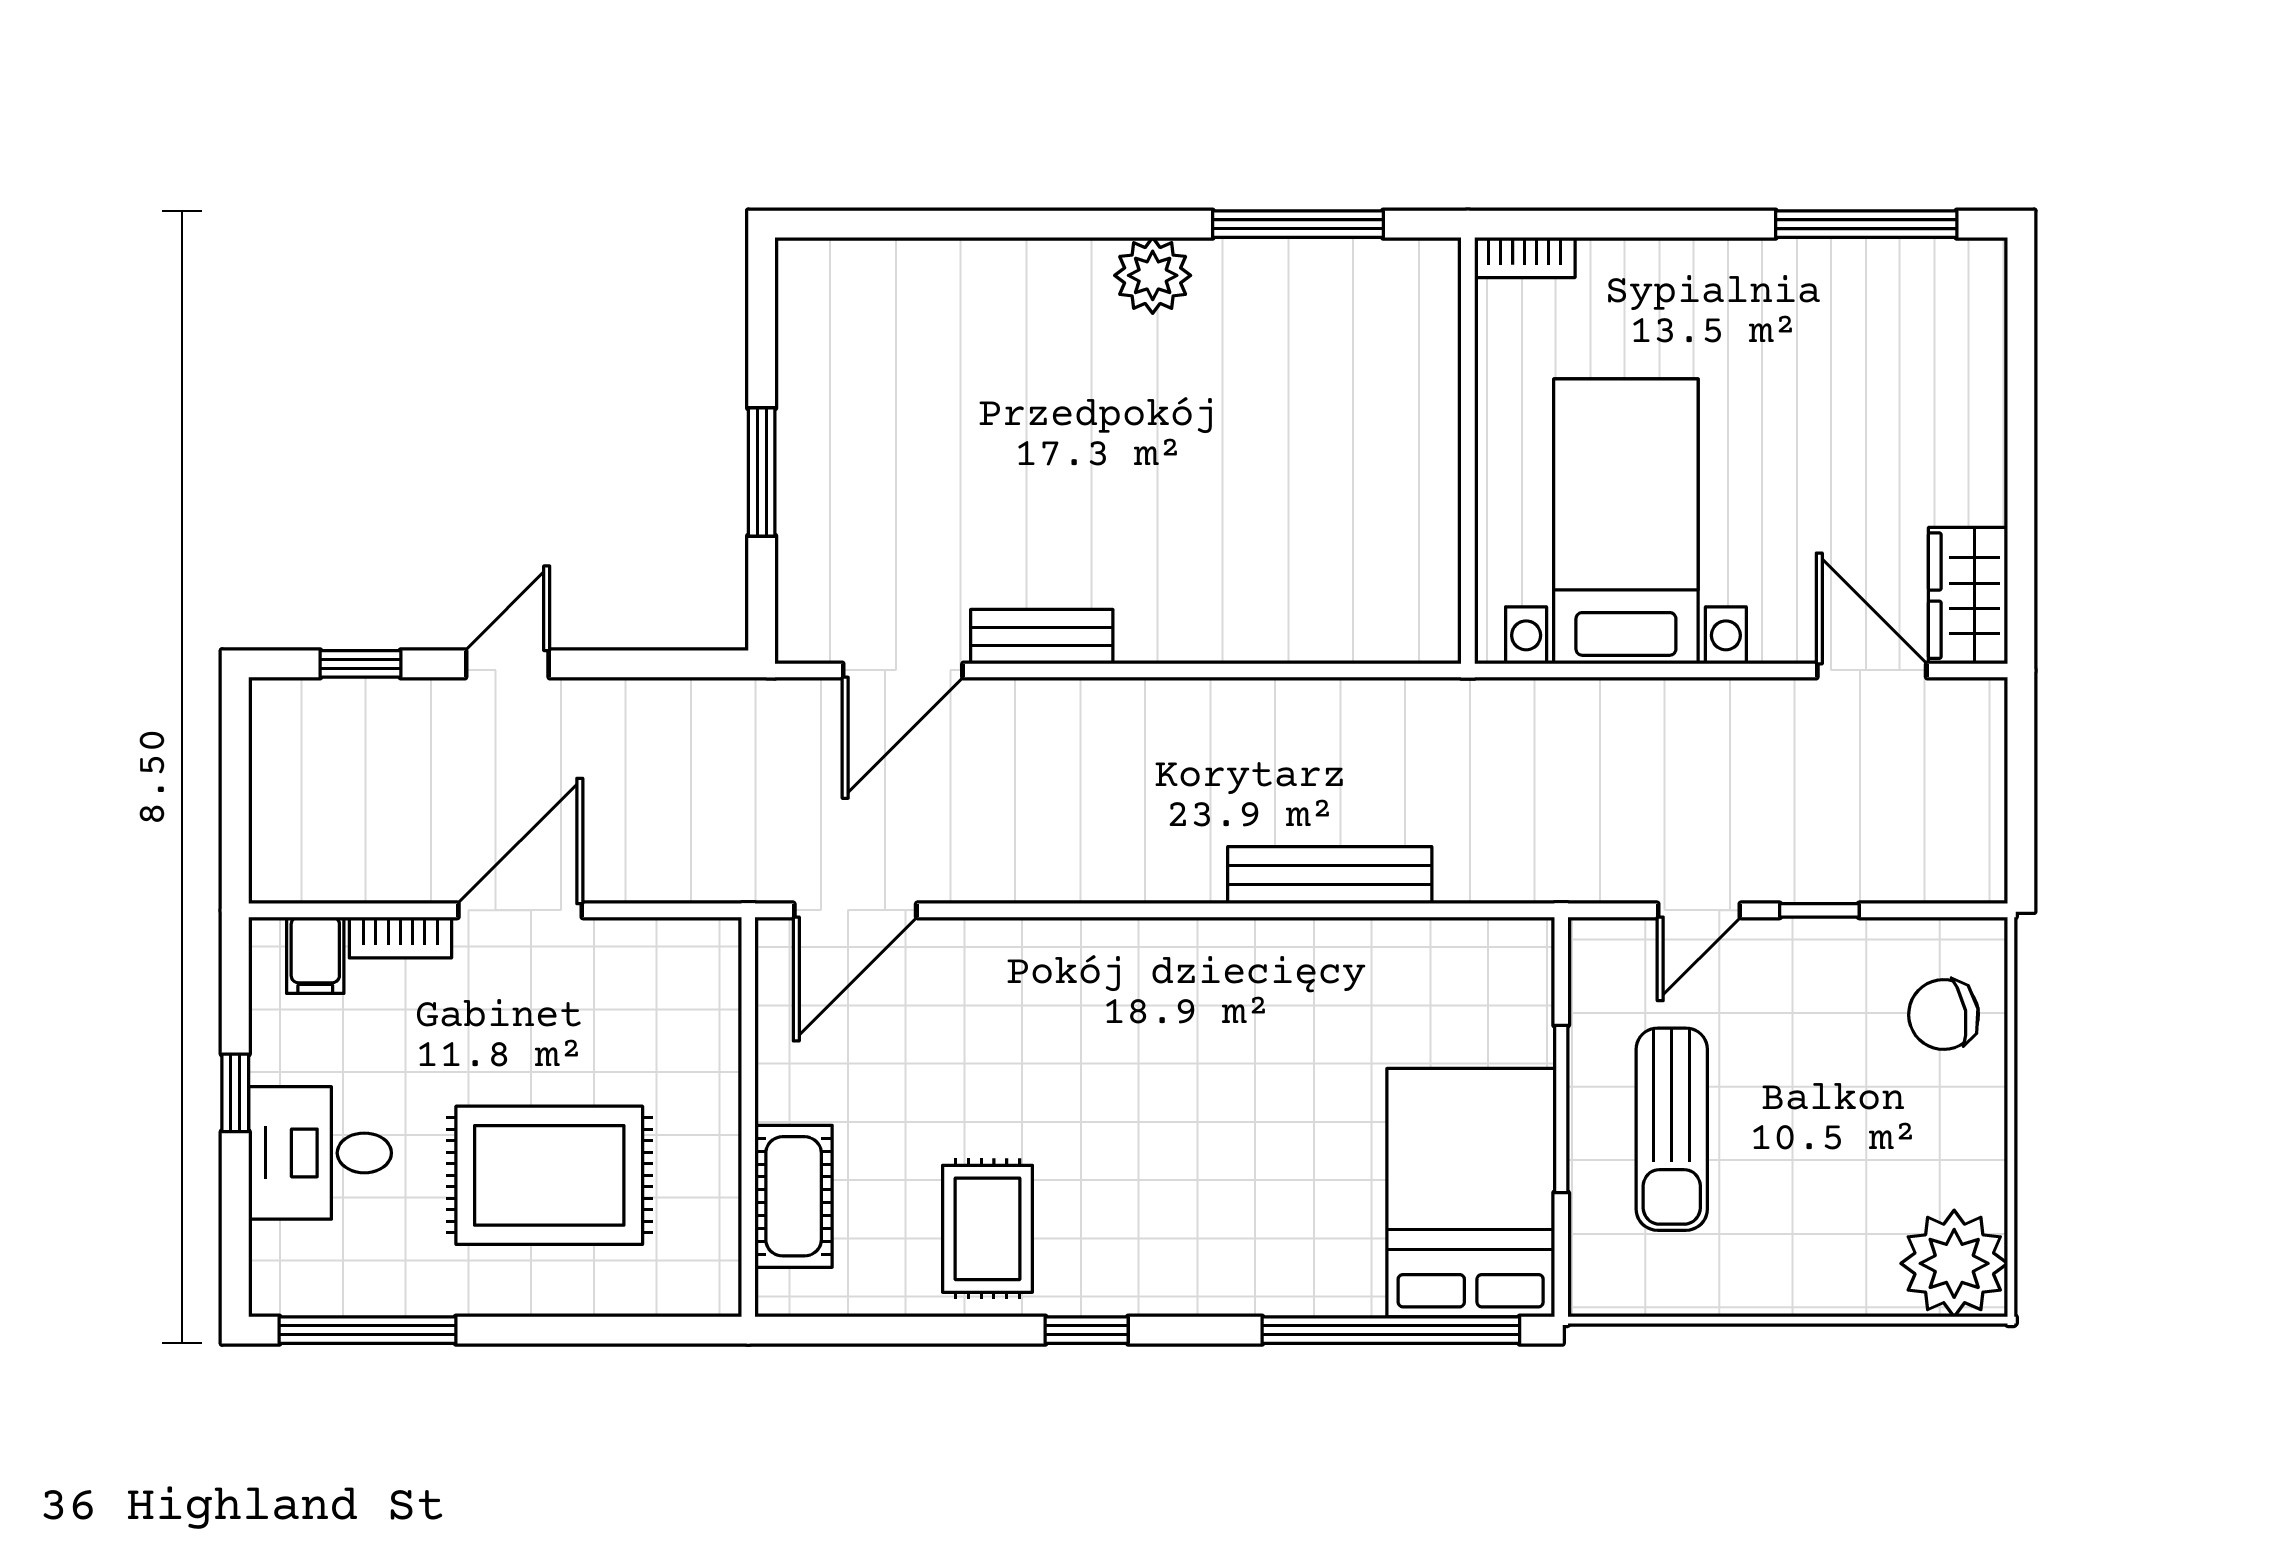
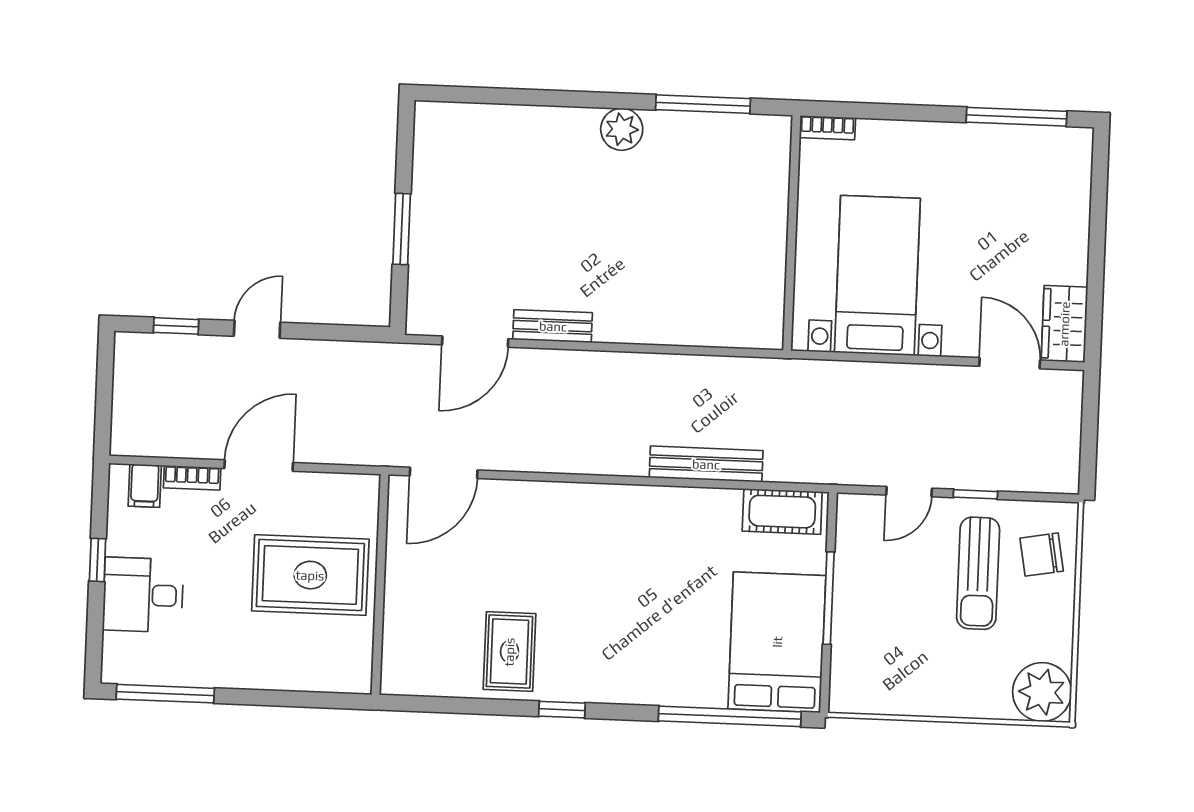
sun lounger: (1672, 1129) -> (978, 573), moved
rug: (549, 1175) -> (310, 575), moved
cot: (794, 1196) -> (782, 512), moved, turned 90

